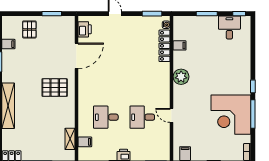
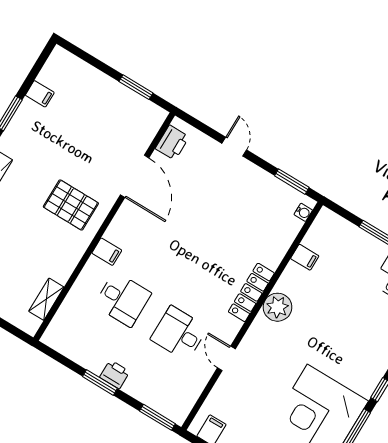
pallet: (29, 29) -> (86, 91), removed
locker: (164, 46) -> (251, 292), moved
door: (76, 56) -> (135, 176), hinge flipped
desk: (106, 117) -> (123, 299), turned 180
filing cabinet: (85, 142) -> (107, 252), moved

